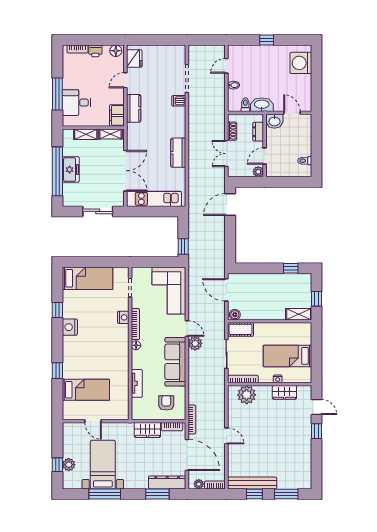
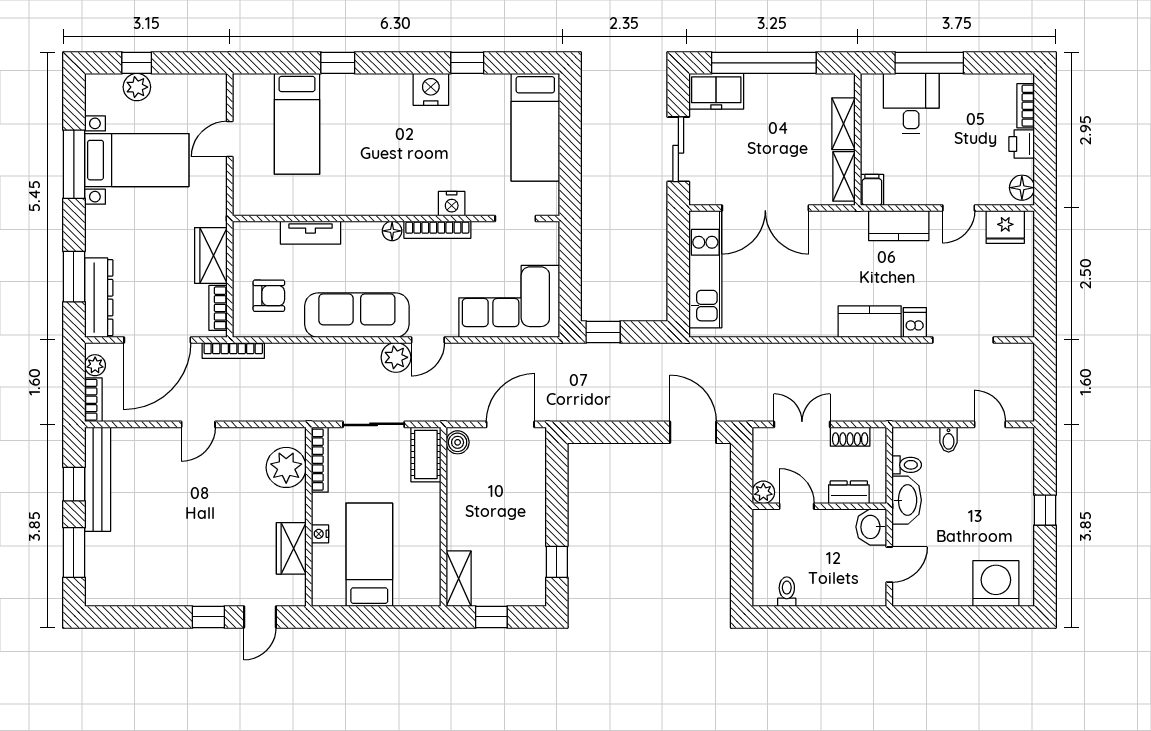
door: (125, 80) -> (959, 208), swing flipped
filing cabinet: (117, 115) -> (872, 190), width x0.50
kitchen counter: (178, 153) -> (870, 322), moved
freezer: (71, 170) -> (716, 91), moved

